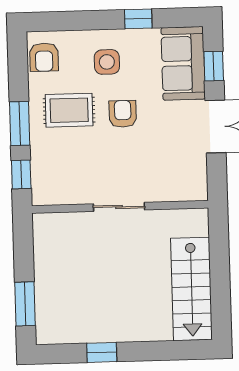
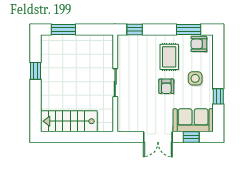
armchair: (123, 114) -> (166, 86), turned 90
window: (20, 123) -> (189, 29), moved

